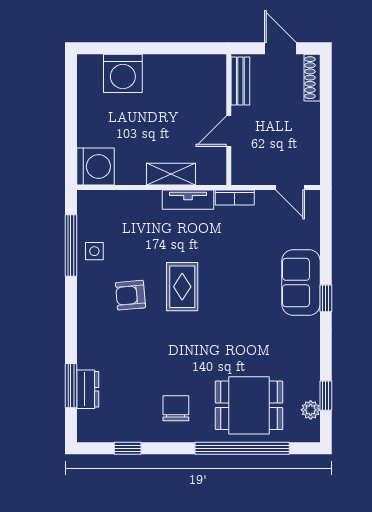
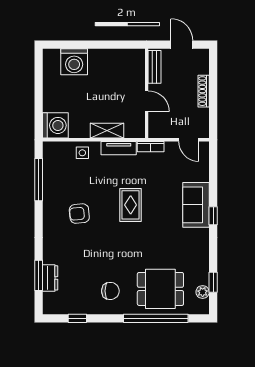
shoe rack: (312, 78) -> (204, 91), moved
door: (229, 131) -> (147, 101), swing flipped
side table: (94, 251) -> (82, 153), moved
rug: (182, 287) -> (131, 205), moved
chair: (176, 408) -> (110, 291), turned 90

